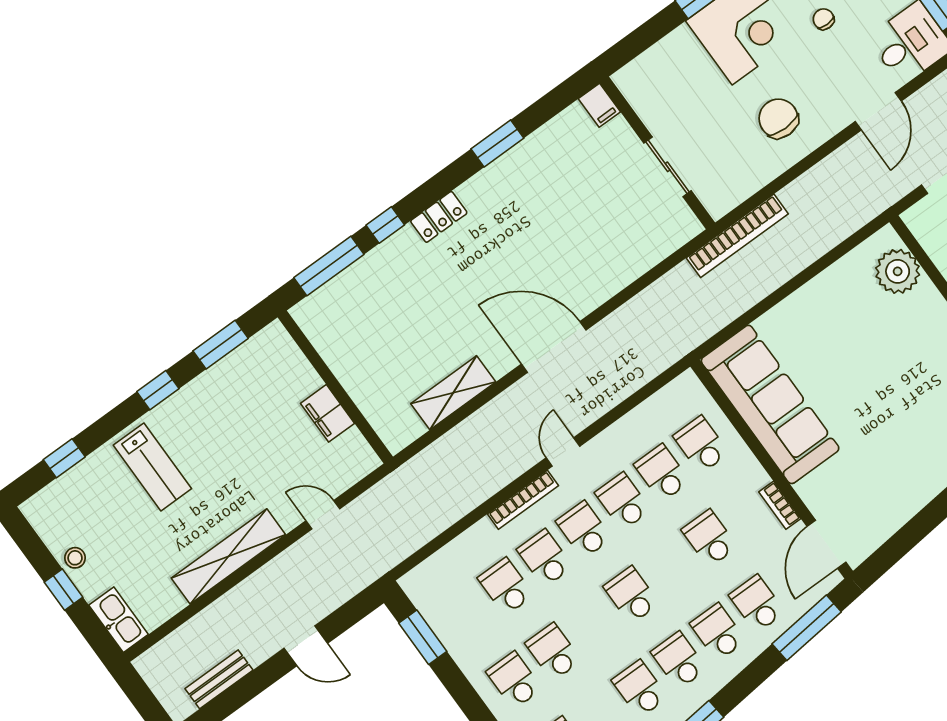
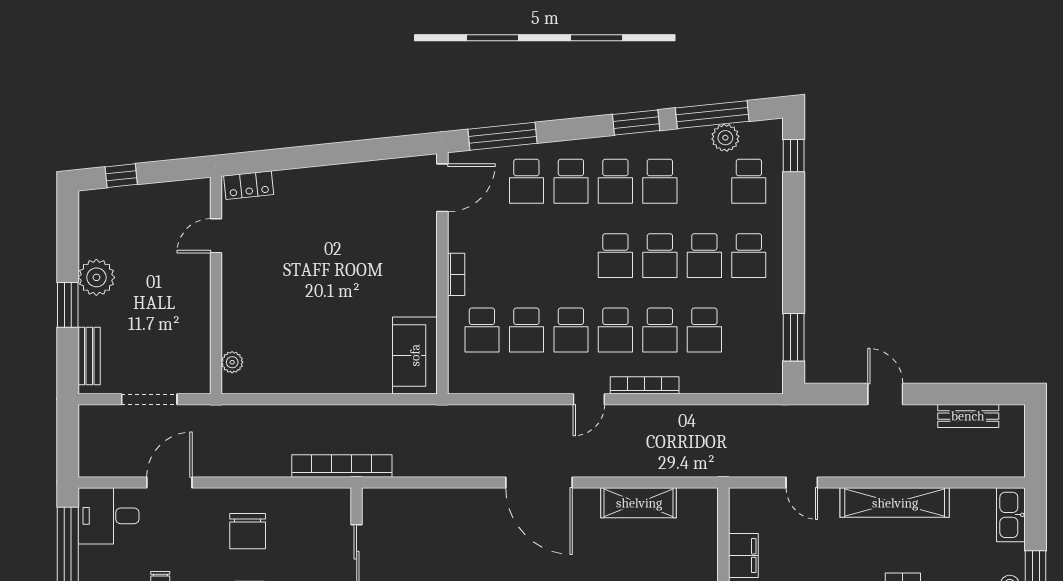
plant: (898, 271) -> (232, 362), width x0.53, depth x0.53
sofa: (770, 404) -> (415, 355), width x0.54, depth x0.79
bookcase: (780, 505) -> (456, 274), moved
school desk: (709, 538) -> (660, 256), moved

